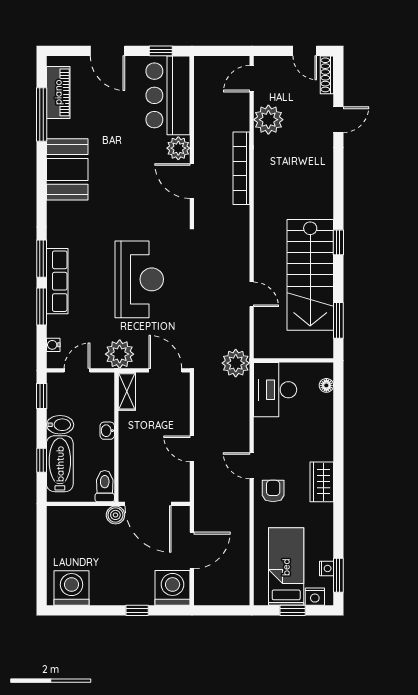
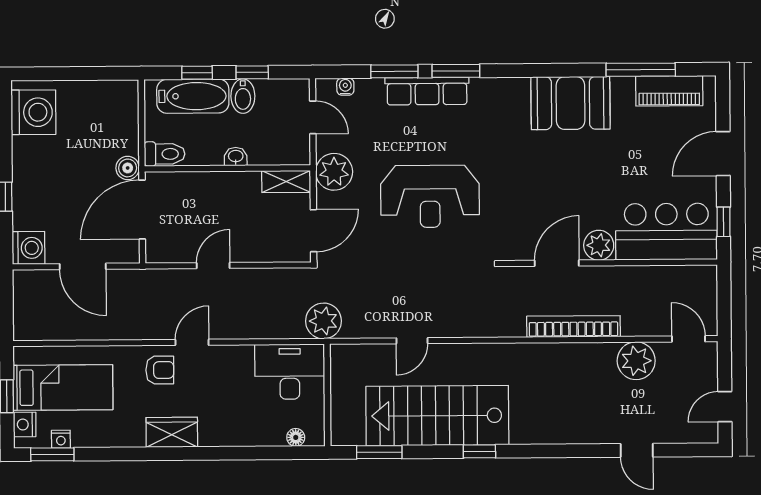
shoe rack: (327, 75) -> (694, 435), removed
window: (42, 396) -> (252, 72), moved
washing machine: (173, 588) -> (28, 248), width x0.73, depth x0.73

